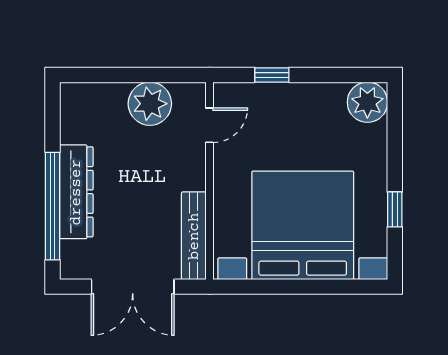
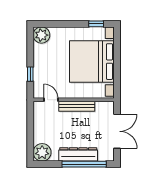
plant: (150, 104) -> (42, 152), moved
window: (395, 209) -> (96, 24), moved
bench: (194, 236) -> (77, 106), moved

